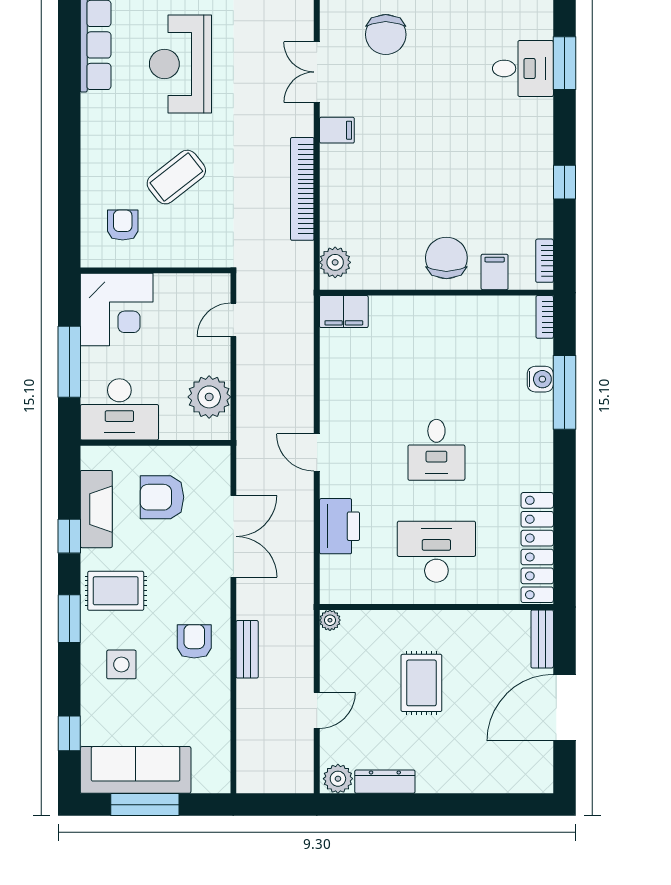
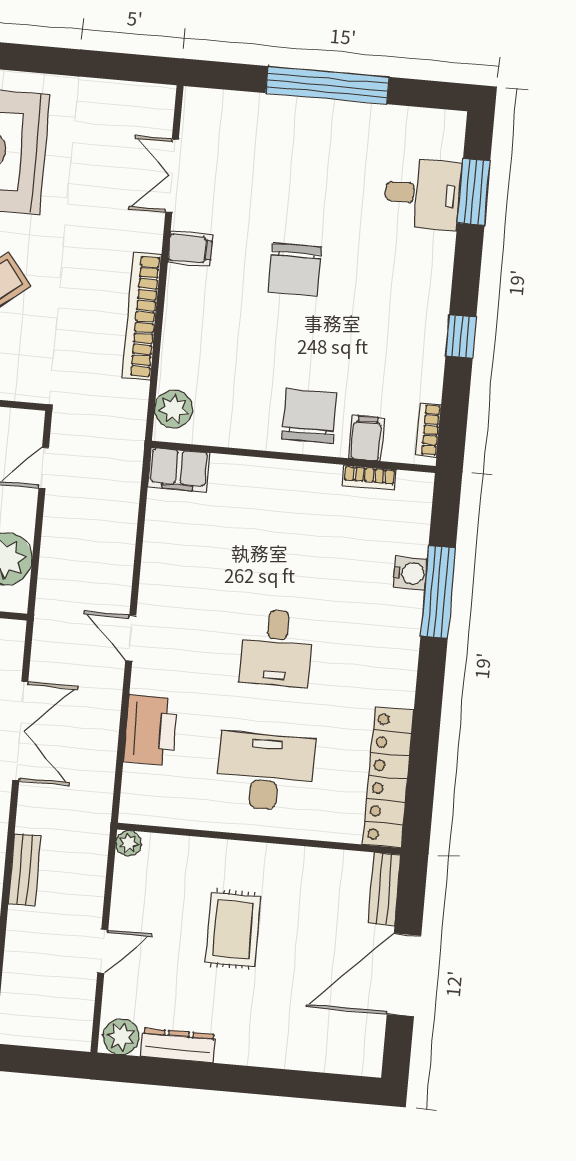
chair: (386, 35) -> (295, 269), moved
bookcase: (545, 317) -> (369, 478), moved, turned -90

